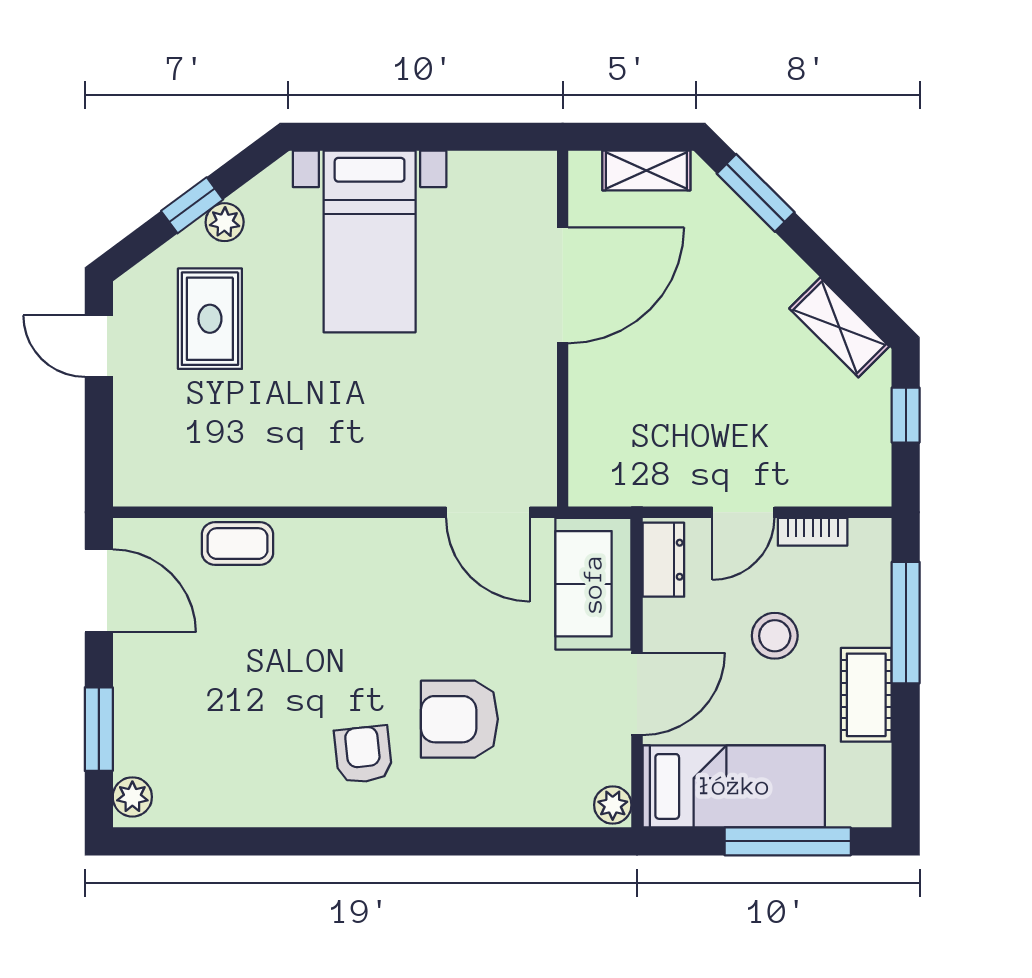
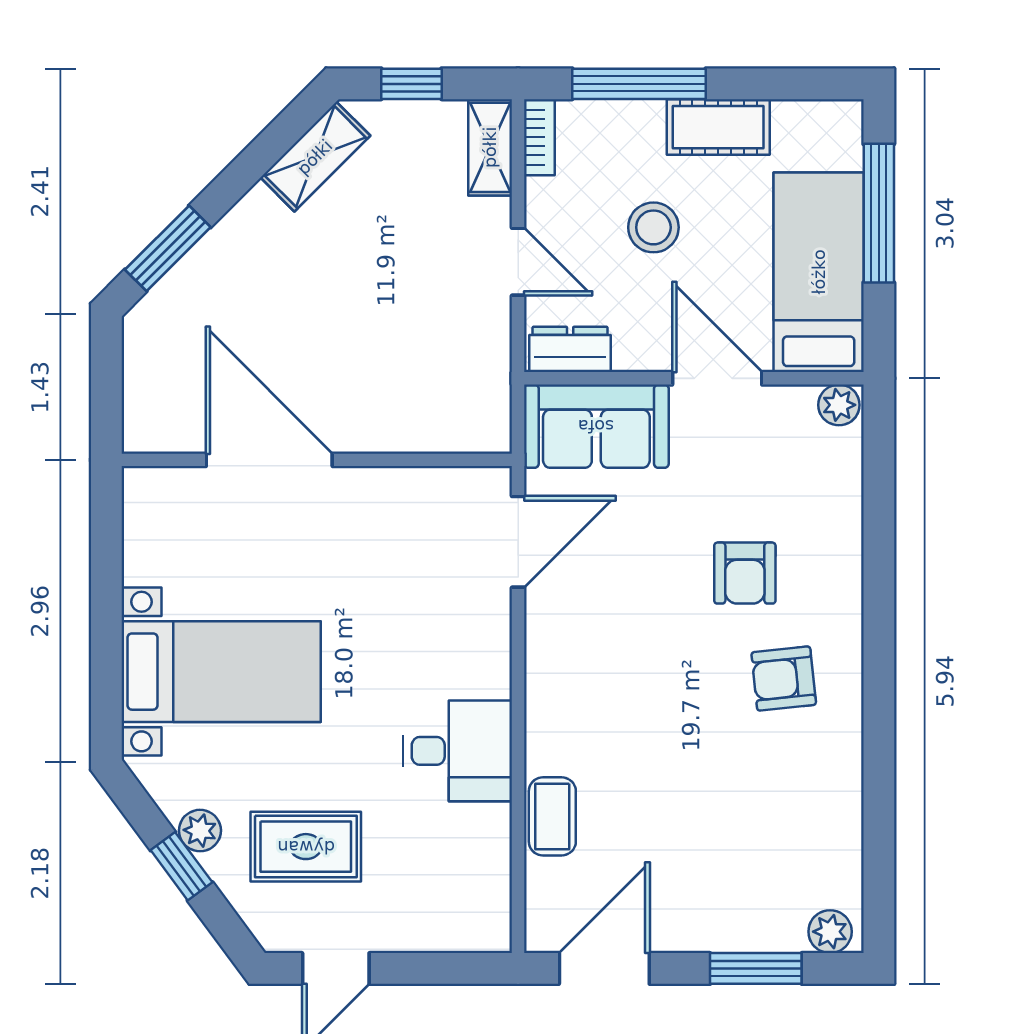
shelving: (646, 171) -> (490, 147), moved
desk: (297, 457) -> (458, 751), added
bookcase: (813, 532) -> (539, 137), moved
armchair: (459, 719) -> (745, 573), width x0.72, depth x0.72

